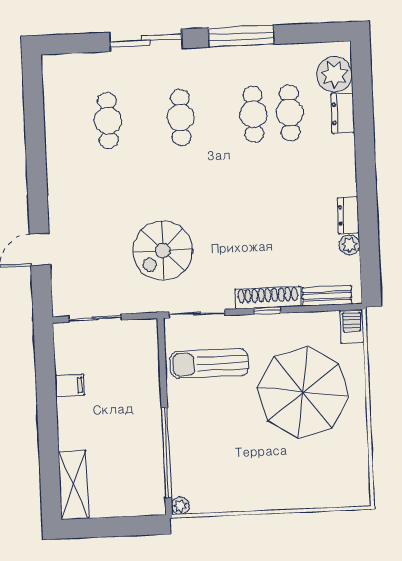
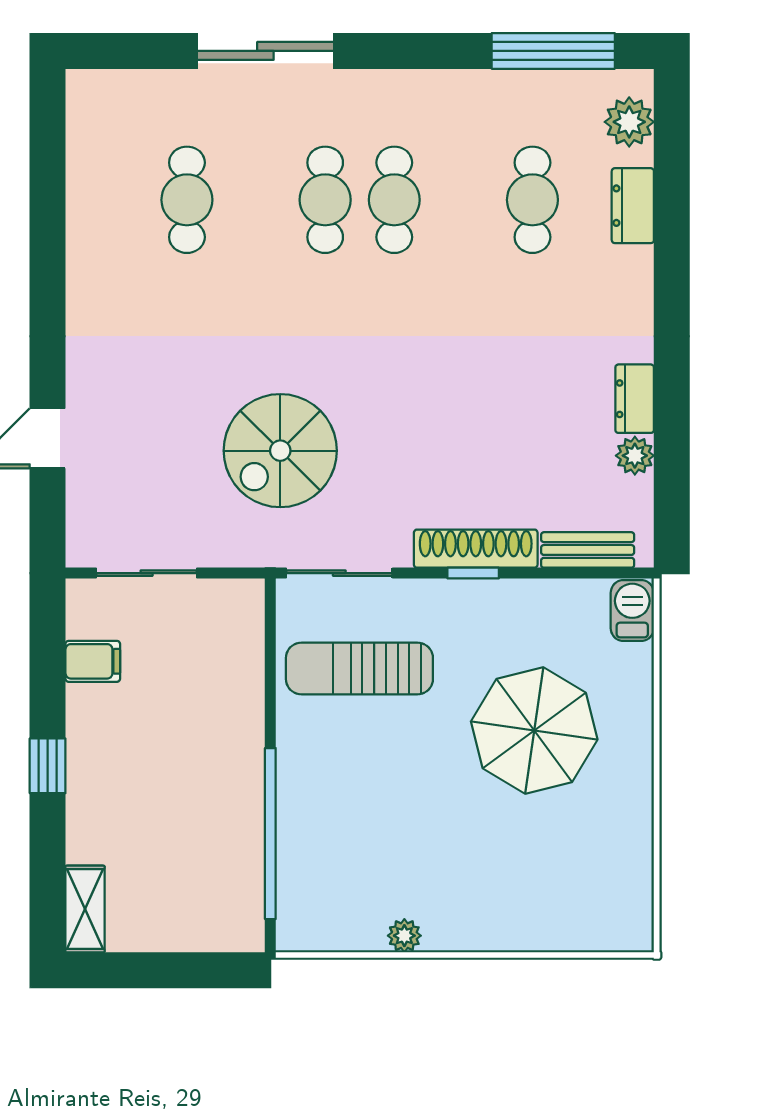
window: (241, 36) -> (553, 51), moved
plant: (334, 74) -> (629, 122), width x0.73, depth x0.73
cafe table: (253, 114) -> (394, 200), moved
filing cabinet: (70, 385) -> (93, 661), moved
parasol: (303, 392) -> (534, 731), width x0.73, depth x0.73
window: (47, 422) -> (48, 766), added
shelving: (73, 485) -> (85, 909), width x0.67, depth x0.75
plant: (180, 506) -> (404, 936), moved

